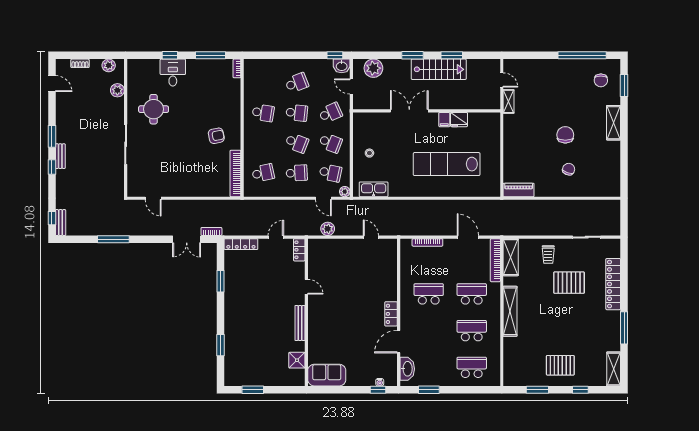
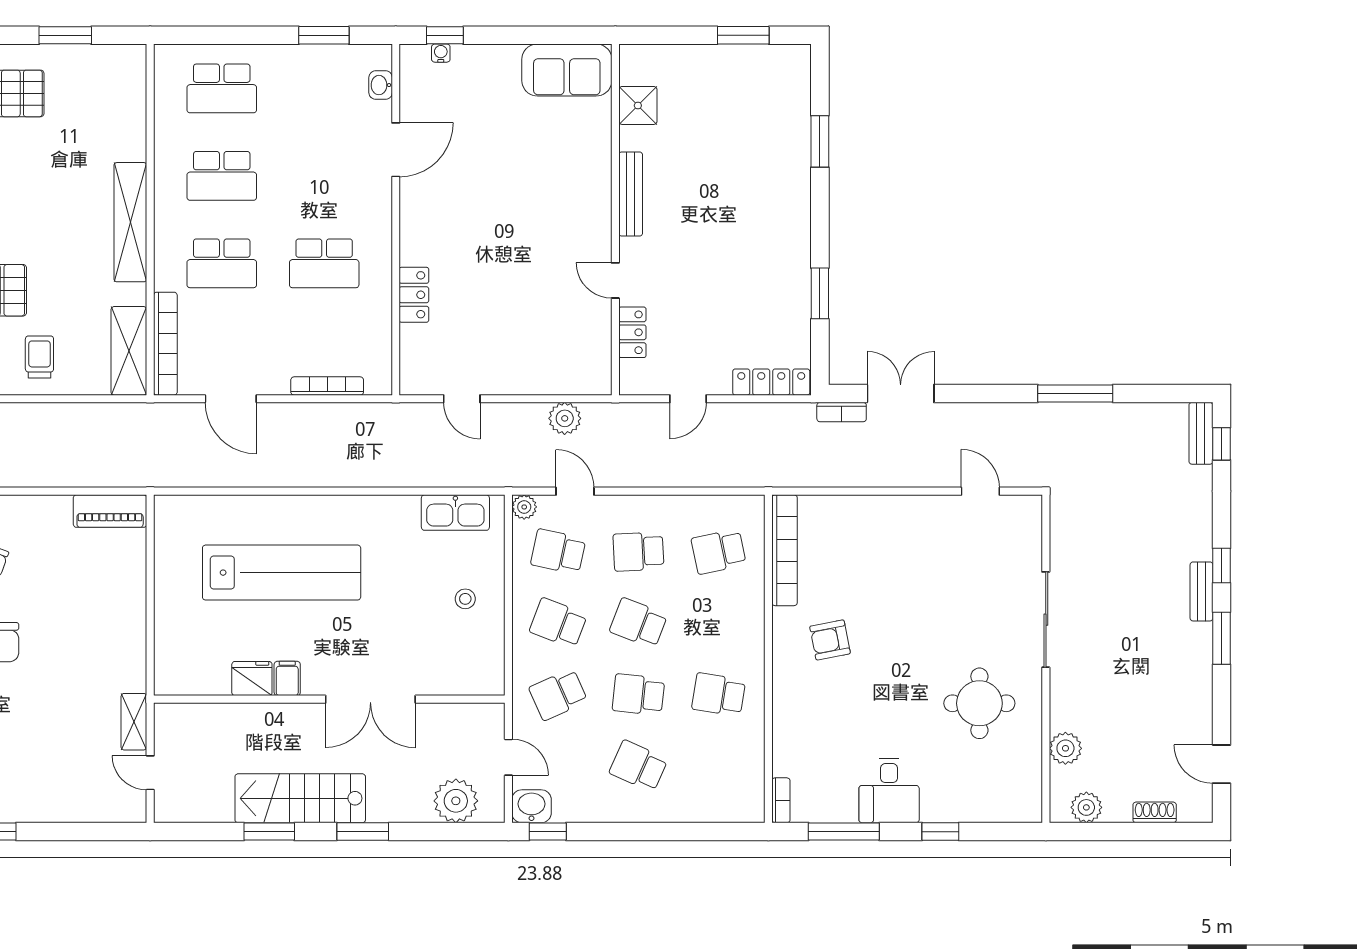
desk: (173, 73) -> (889, 791), moved
school desk: (297, 83) -> (638, 766), turned 45
locker: (299, 250) -> (632, 332), moved
locker: (391, 314) -> (414, 295), moved
washbasin: (407, 369) -> (381, 85), width x0.52, depth x0.69

